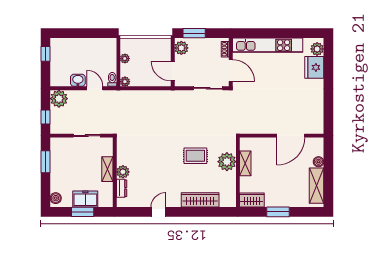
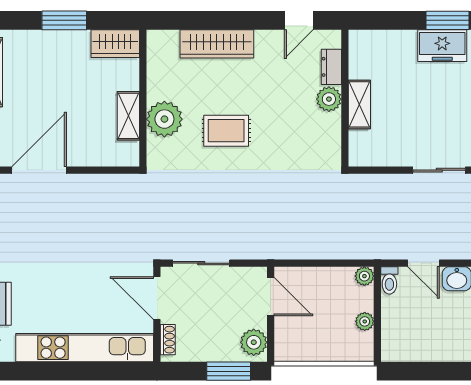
shelving: (107, 169) -> (359, 104), moved
wall: (115, 172) -> (345, 98), moved
plant: (123, 172) -> (329, 99), moved
dresser: (122, 188) -> (331, 67), moved

